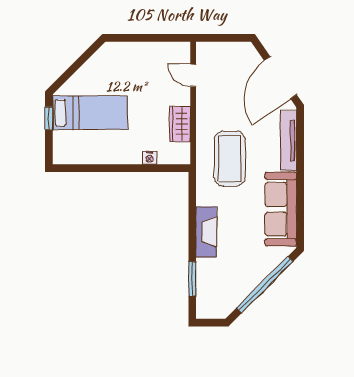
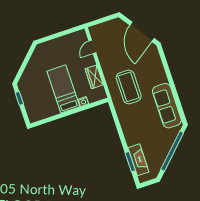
door: (193, 75) -> (92, 47), hinge flipped
bed: (90, 113) -> (63, 89), moved, turned -90
tv unit: (288, 141) -> (158, 66), removed
fireplace: (206, 232) -> (138, 160), moved

